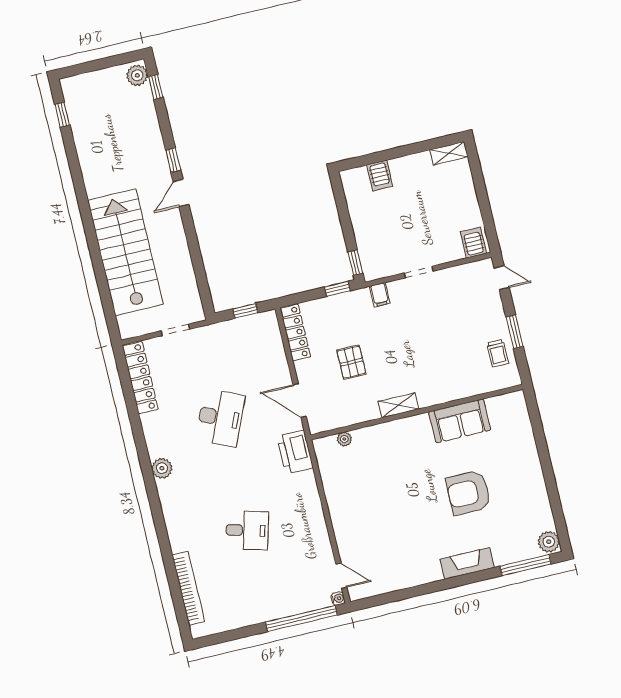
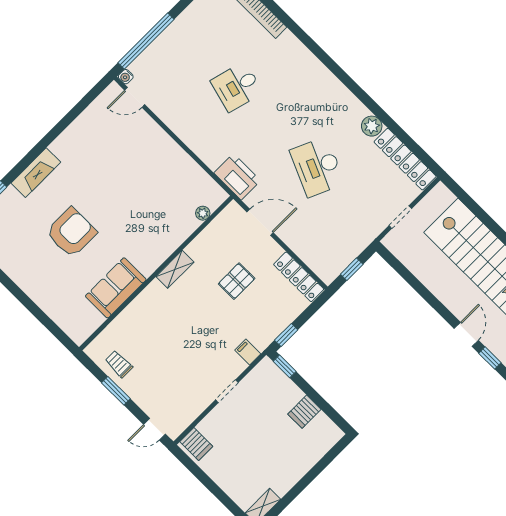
server rack: (380, 176) -> (304, 412), moved, turned -90
pallet: (351, 362) -> (237, 281), turned 90
plant: (162, 468) -> (372, 126), moved

